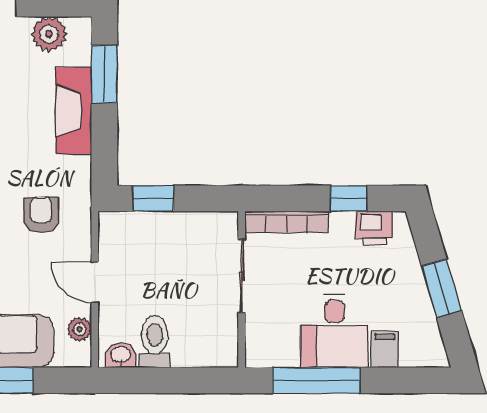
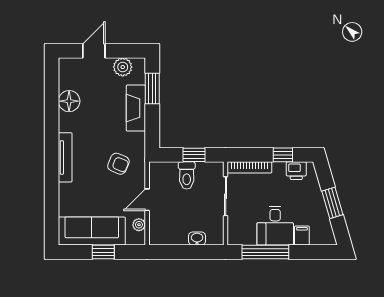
window: (153, 198) -> (194, 155), moved
armchair: (41, 215) -> (118, 164), turned 113
door: (95, 283) -> (147, 200), hinge flipped
toilet: (155, 342) -> (187, 175), moved, turned 180
washbasin: (121, 355) -> (197, 239), moved

